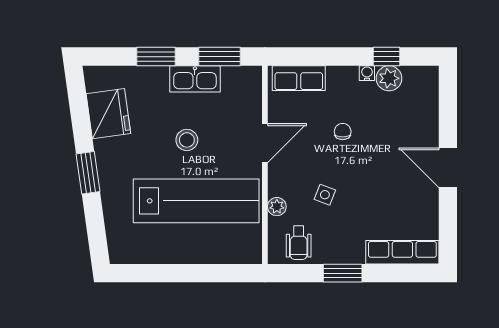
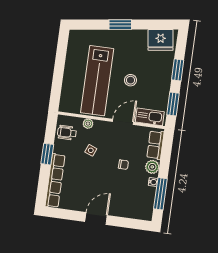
window: (387, 57) -> (160, 194), width x2.17
plant: (389, 78) -> (152, 167), moved
kitchen sink: (195, 79) -> (150, 117), moved, turned 90
fridge: (108, 114) -> (161, 40), moved
door: (265, 143) -> (123, 122), swing flipped
row of seats: (402, 252) -> (55, 181), width x1.36

